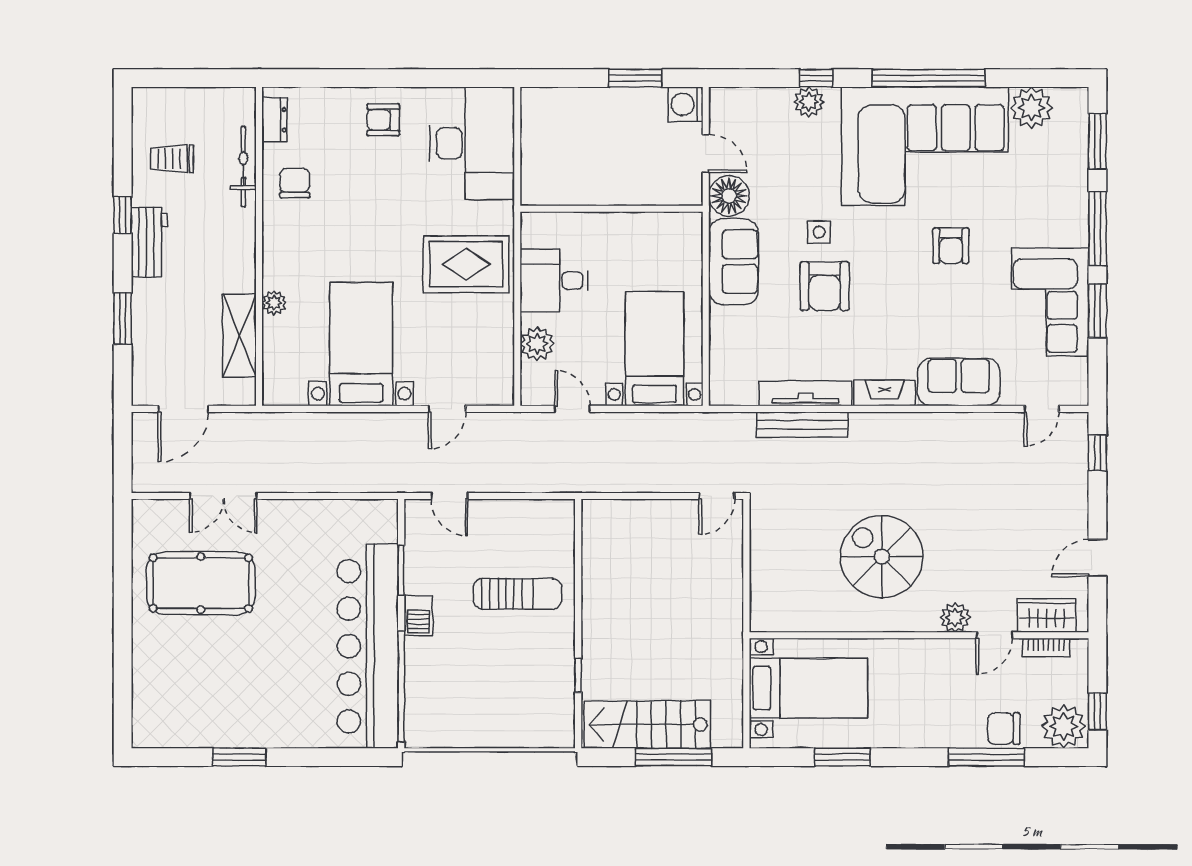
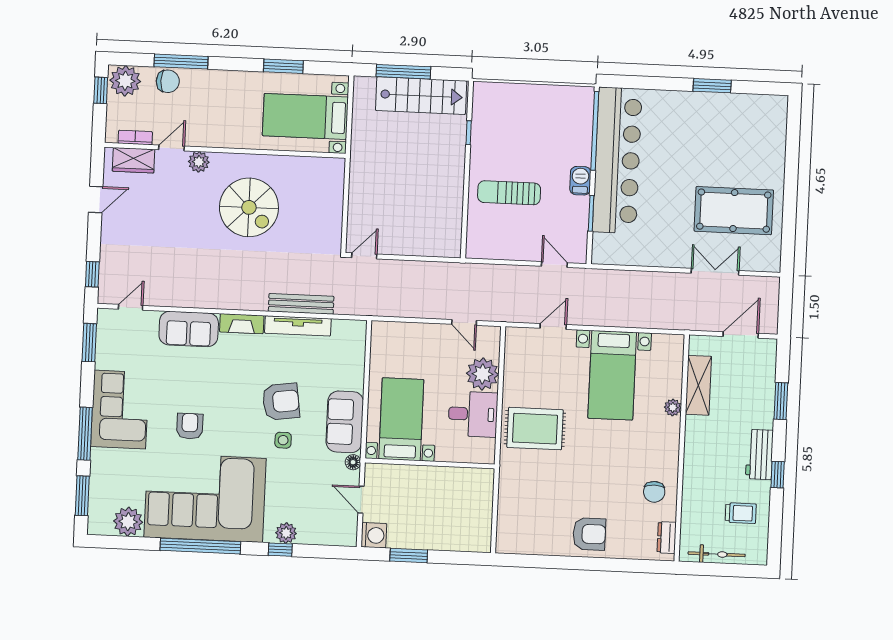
armchair: (383, 120) -> (589, 534), width x1.38, depth x1.38
desk: (472, 143) -> (527, 514), removed
bicycle: (243, 166) -> (717, 554), moved, turned -90
floor lamp: (729, 196) -> (353, 462), width x0.53, depth x0.53
armchair: (825, 286) -> (281, 402), turned 82
corner sofa: (1050, 302) -> (120, 410), moved
window: (1097, 311) -> (89, 343), moved
plant: (537, 344) -> (483, 374), width x1.36, depth x1.36
bed with nightstands: (654, 349) -> (401, 419), moved, turned 180

